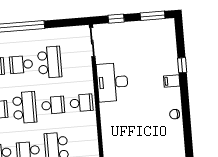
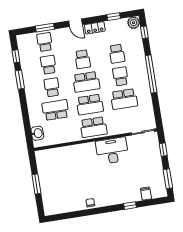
filing cabinet: (172, 81) -> (146, 194), moved
school desk: (81, 103) -> (93, 127), width x1.85
school desk: (53, 105) -> (90, 105), width x1.85

